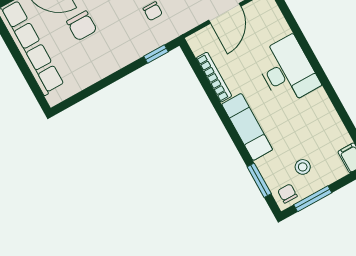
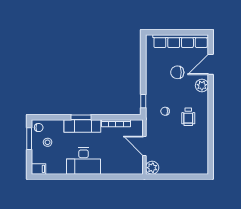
desk: (287, 71) -> (83, 161), moved
window: (259, 180) -> (81, 117), moved

